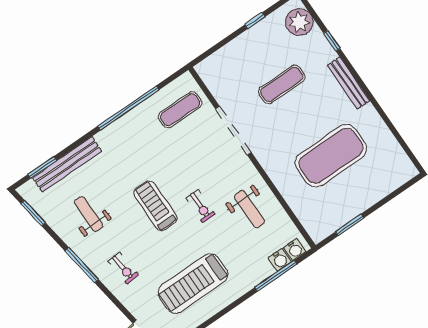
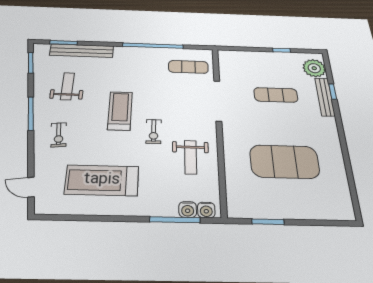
bench: (349, 83) -> (325, 97), moved

